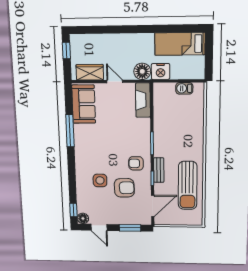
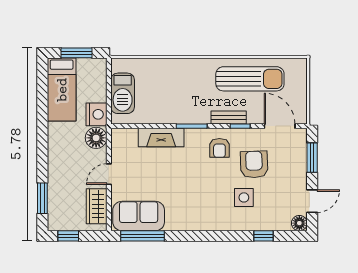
window: (94, 30) -> (42, 198), added
window: (209, 55) -> (77, 53), added
barbecue: (184, 88) -> (123, 93), width x1.88, depth x1.53
fireplace: (143, 100) -> (161, 137), moved
window: (70, 131) -> (142, 236), moved
window: (73, 210) -> (264, 236), moved

